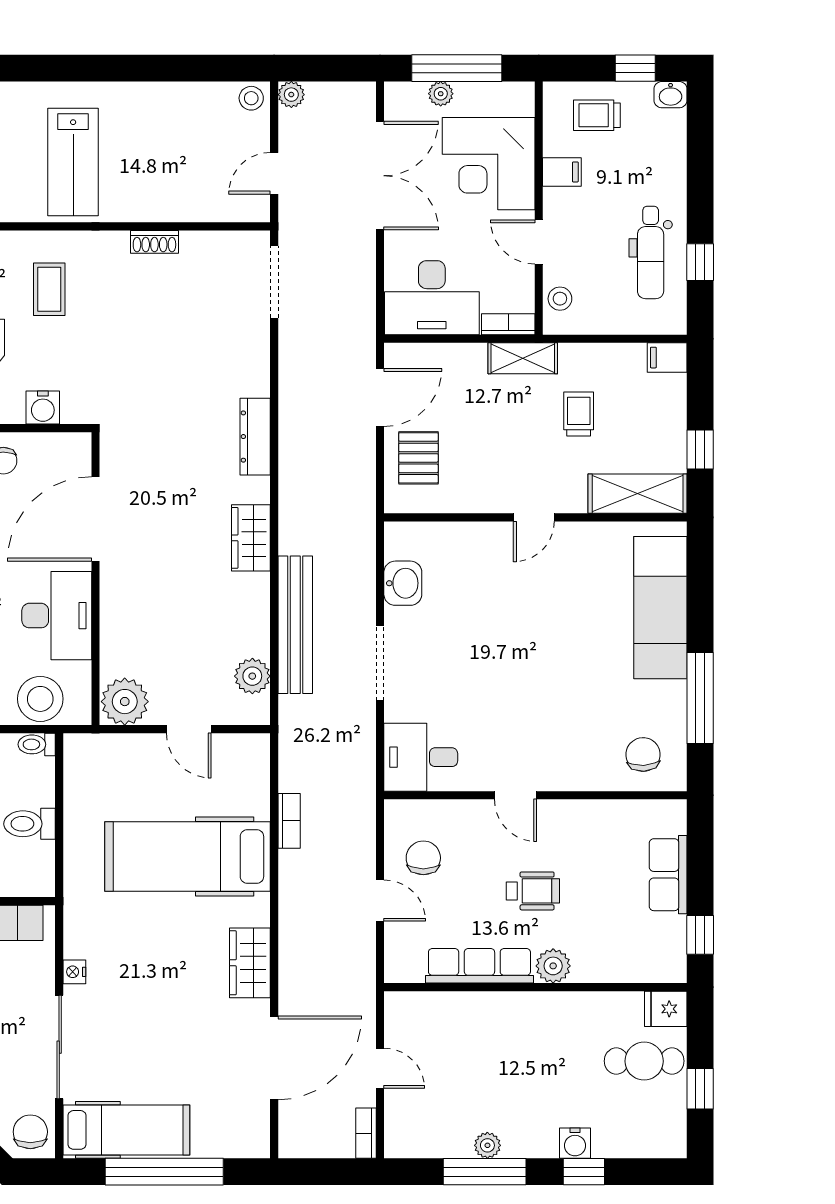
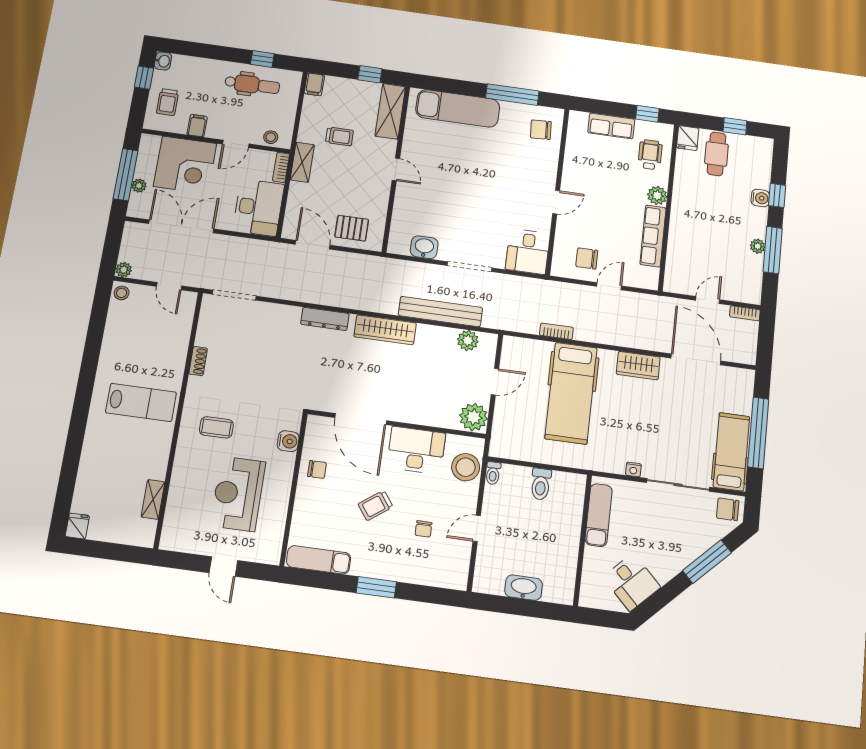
trolley: (579, 414) -> (339, 136), turned 180
wardrobe: (251, 538) -> (385, 330), width x1.50
wheelchair: (533, 891) -> (650, 155), moved

